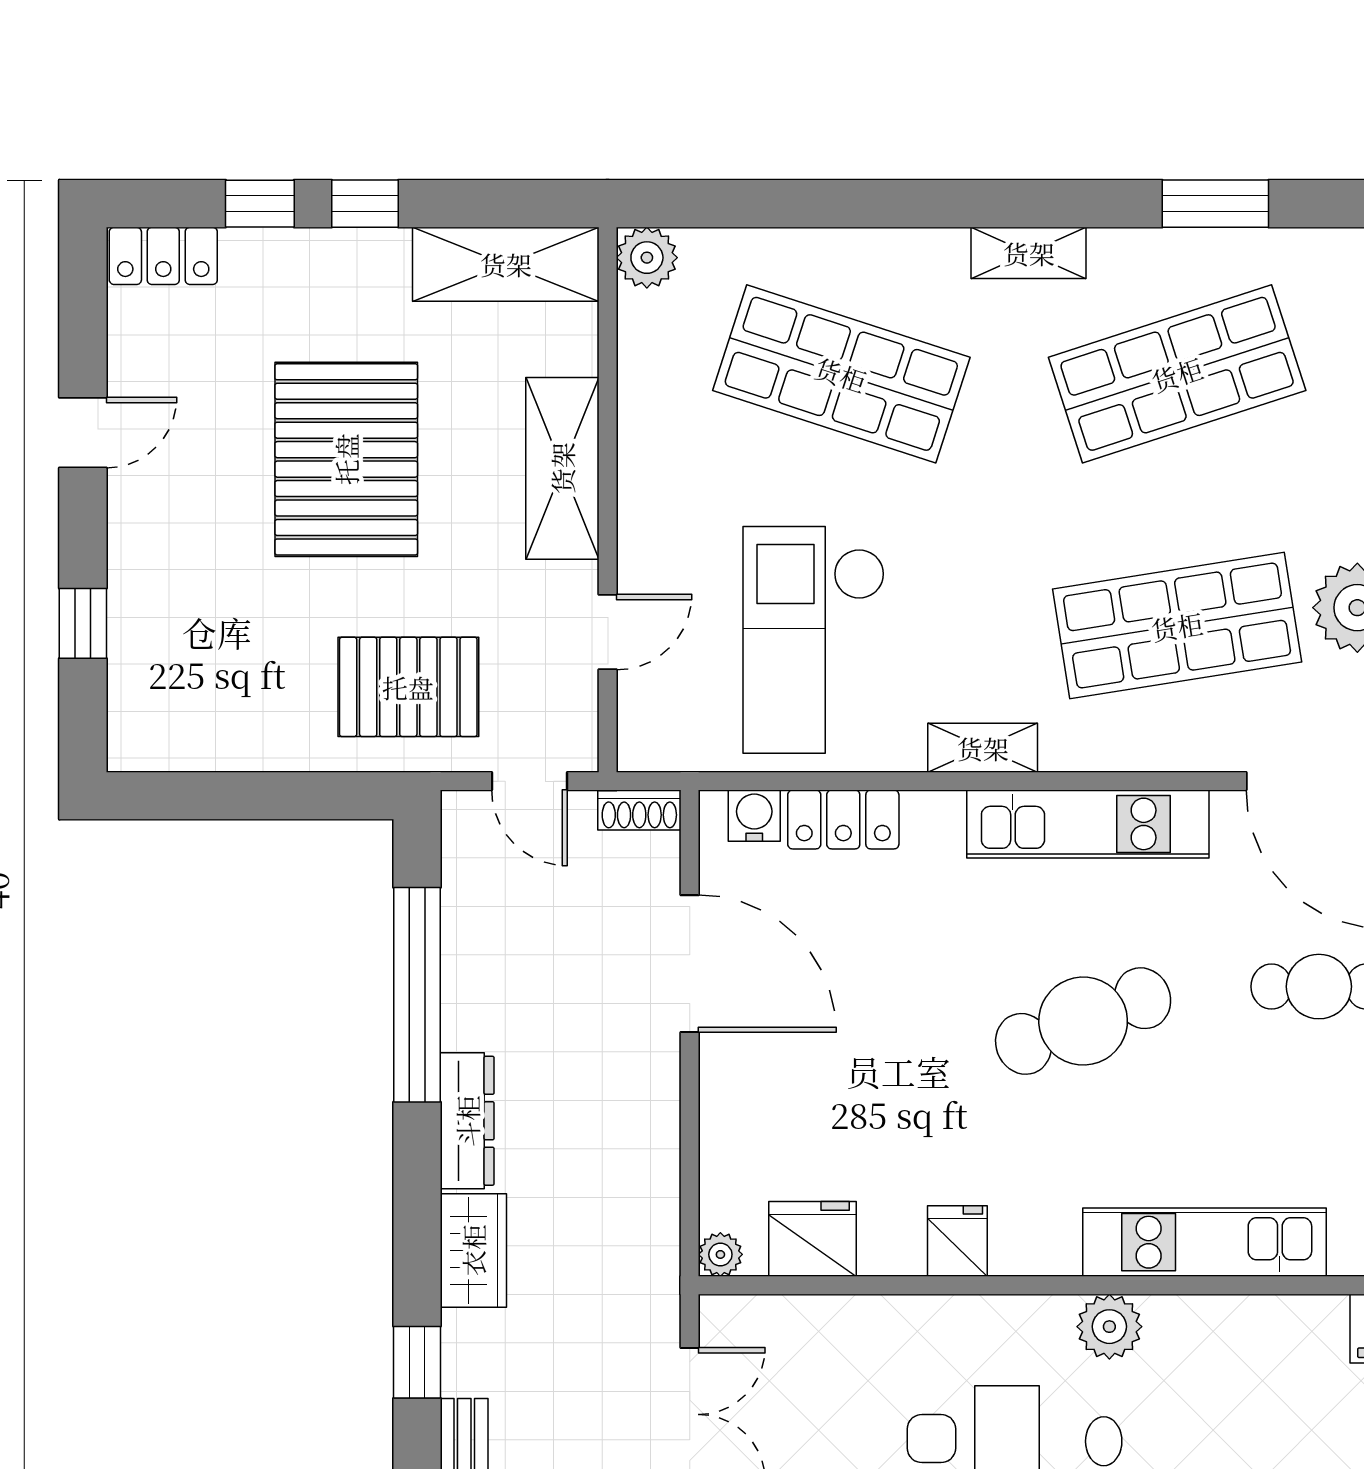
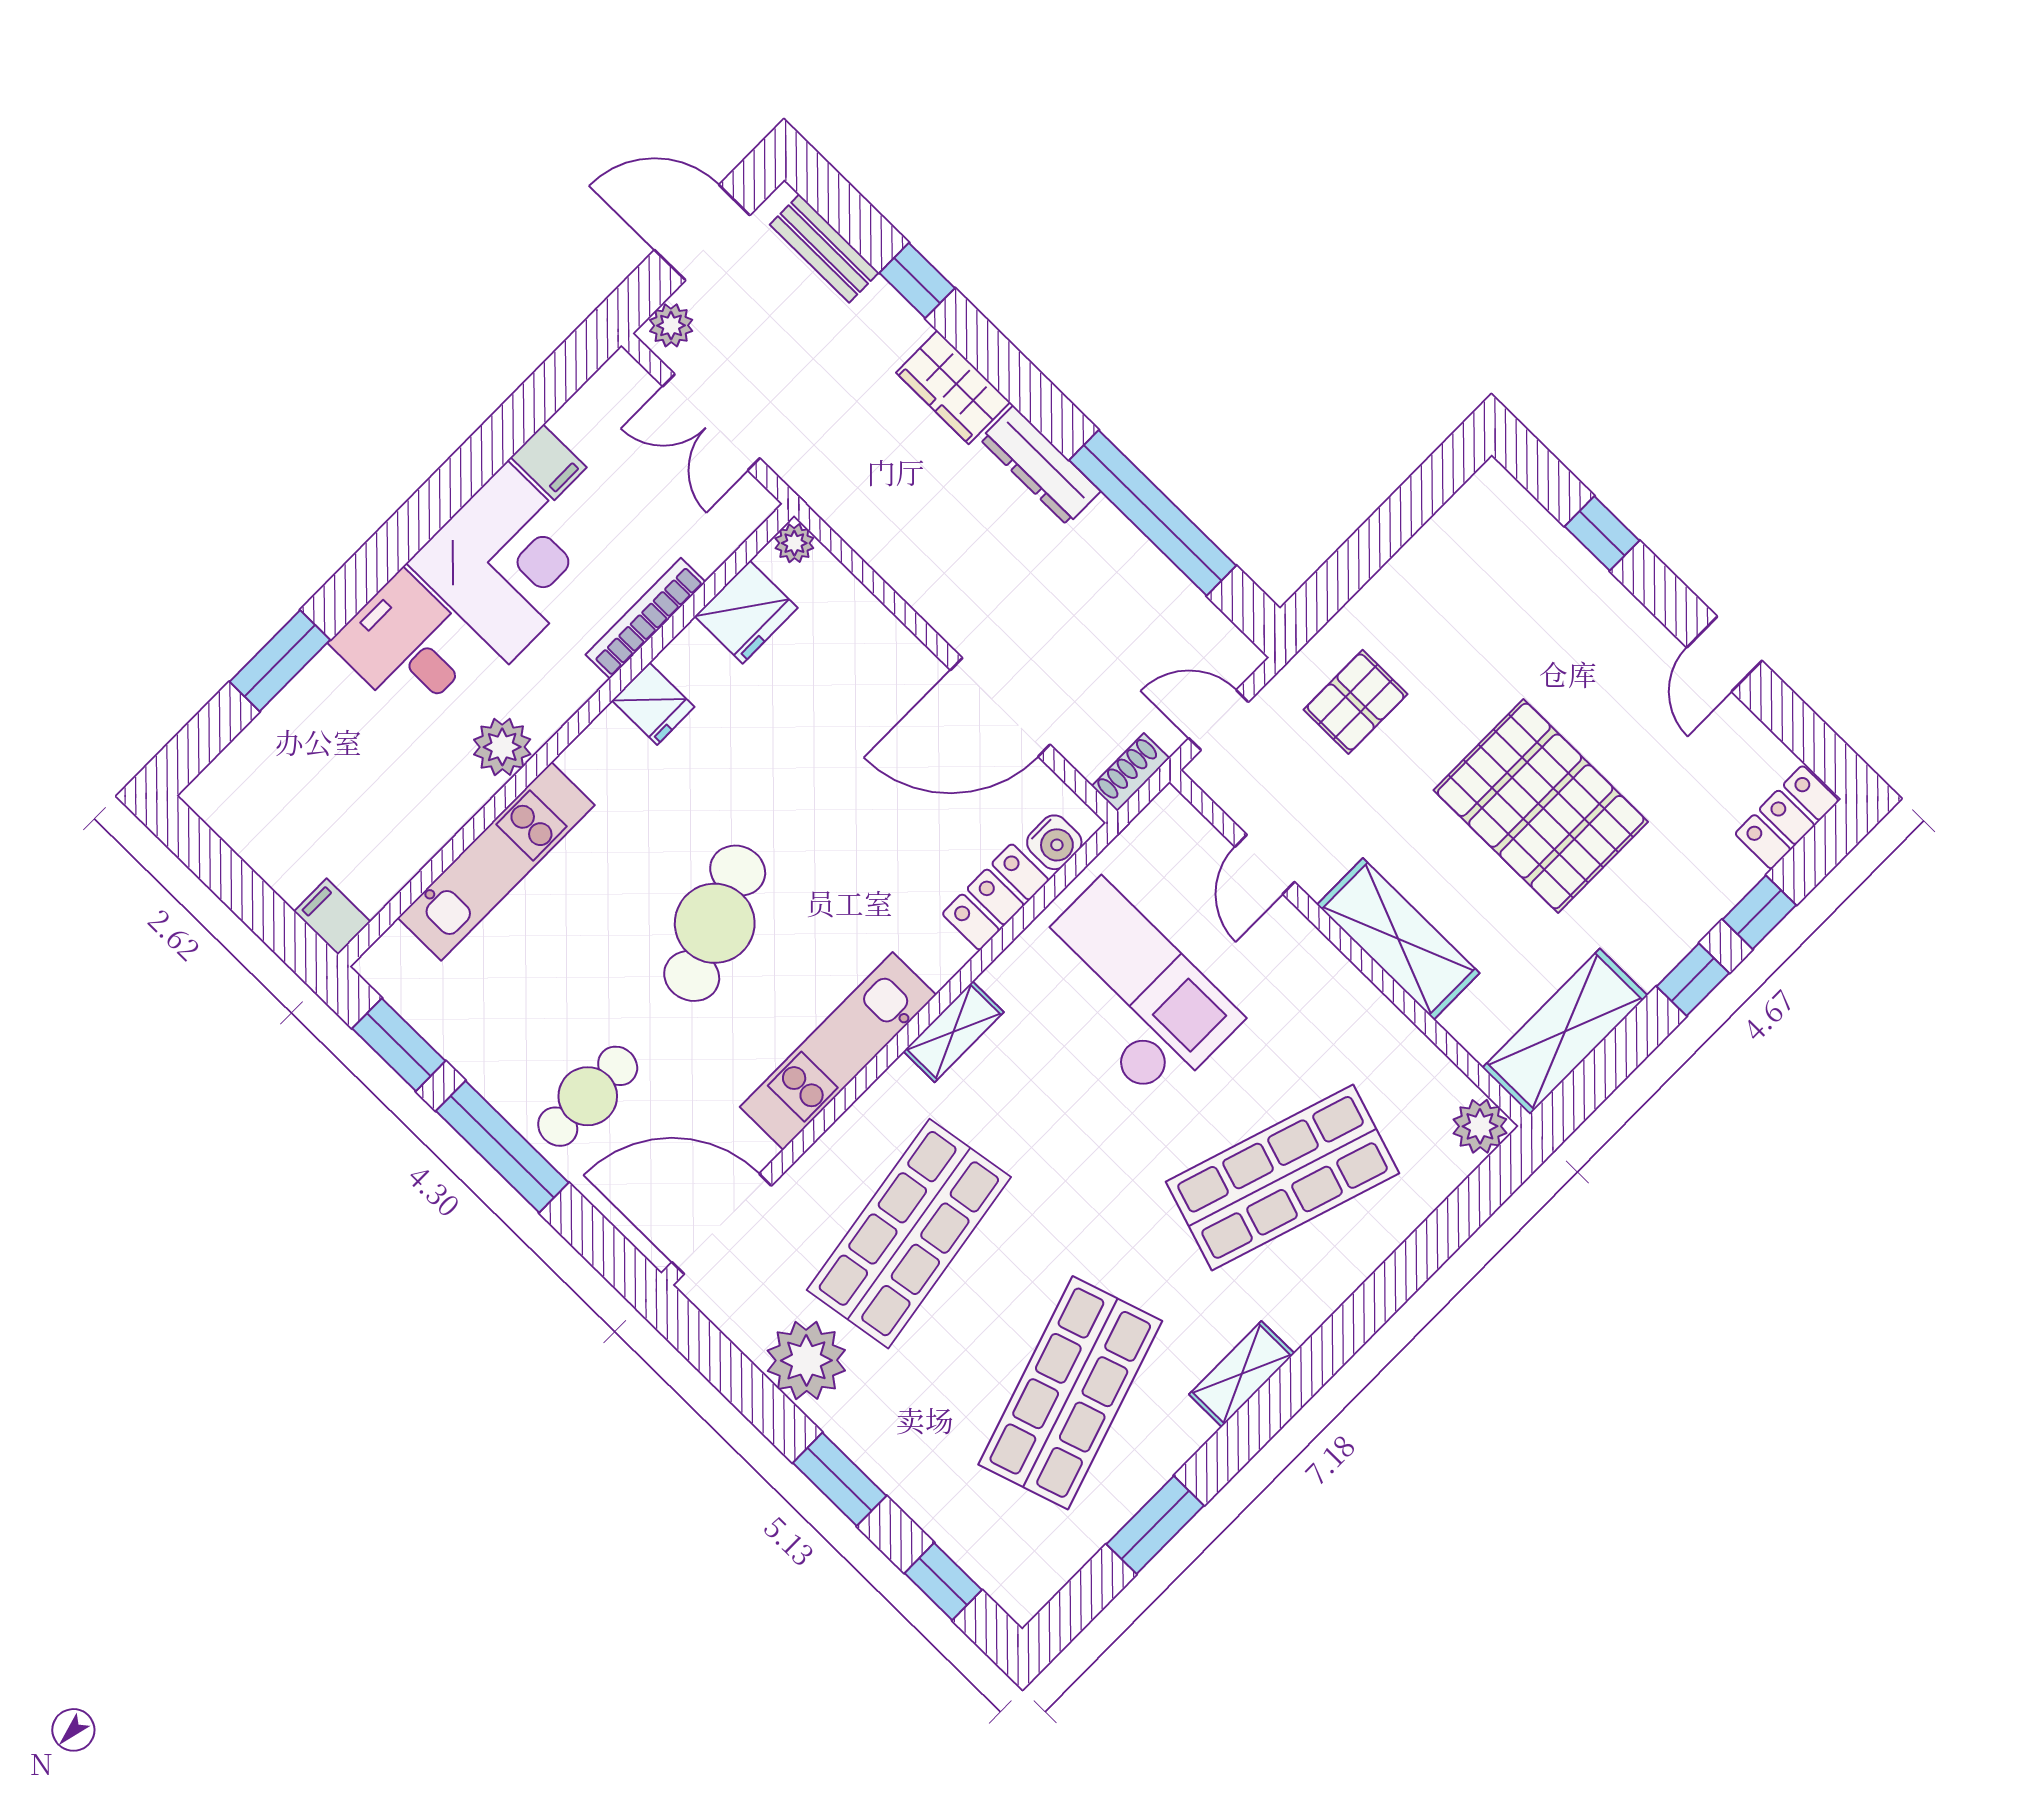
pallet: (408, 687) -> (1356, 702), width x0.67, depth x0.71
bookcase: (896, 1313) -> (646, 618), added

